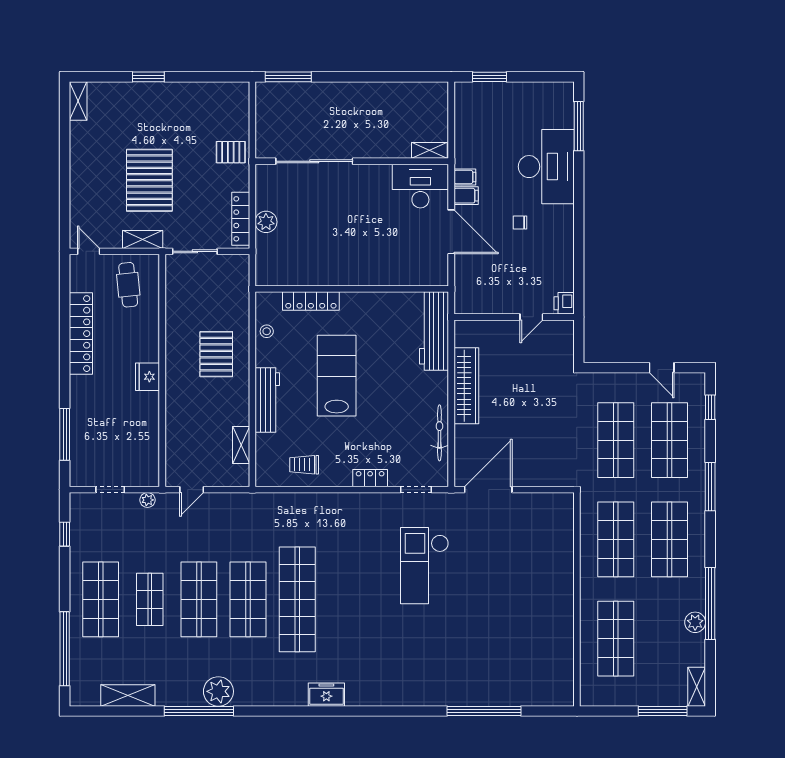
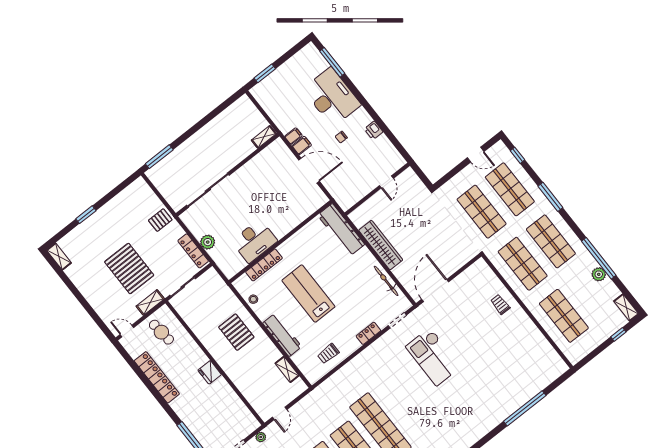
desk: (420, 186) -> (254, 241), moved, turned 180
printer: (564, 303) -> (374, 130), moved
trolley: (552, 566) -> (500, 304), added
window: (663, 711) -> (618, 334), width x0.46

